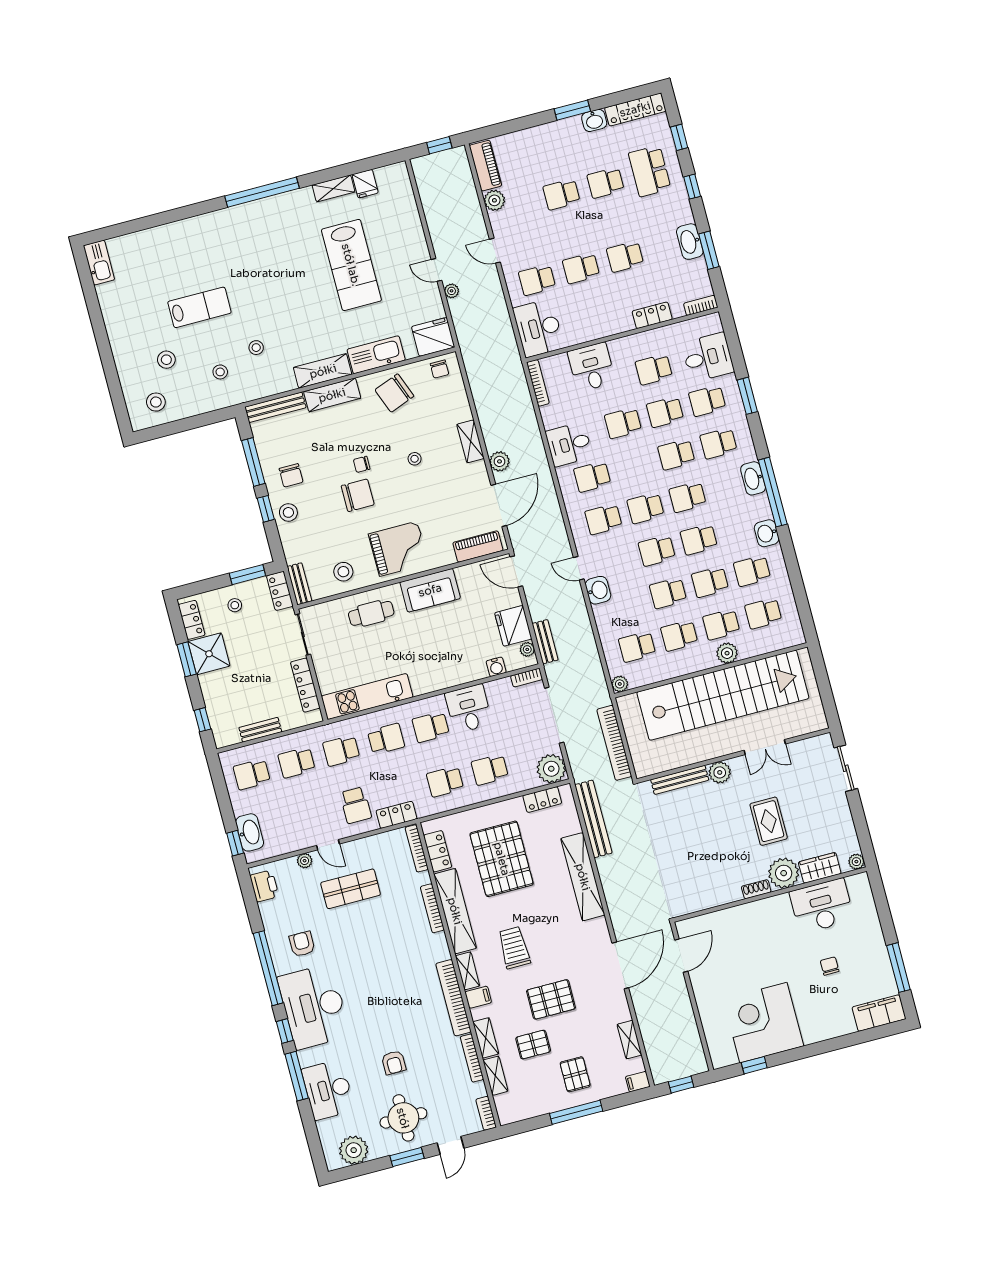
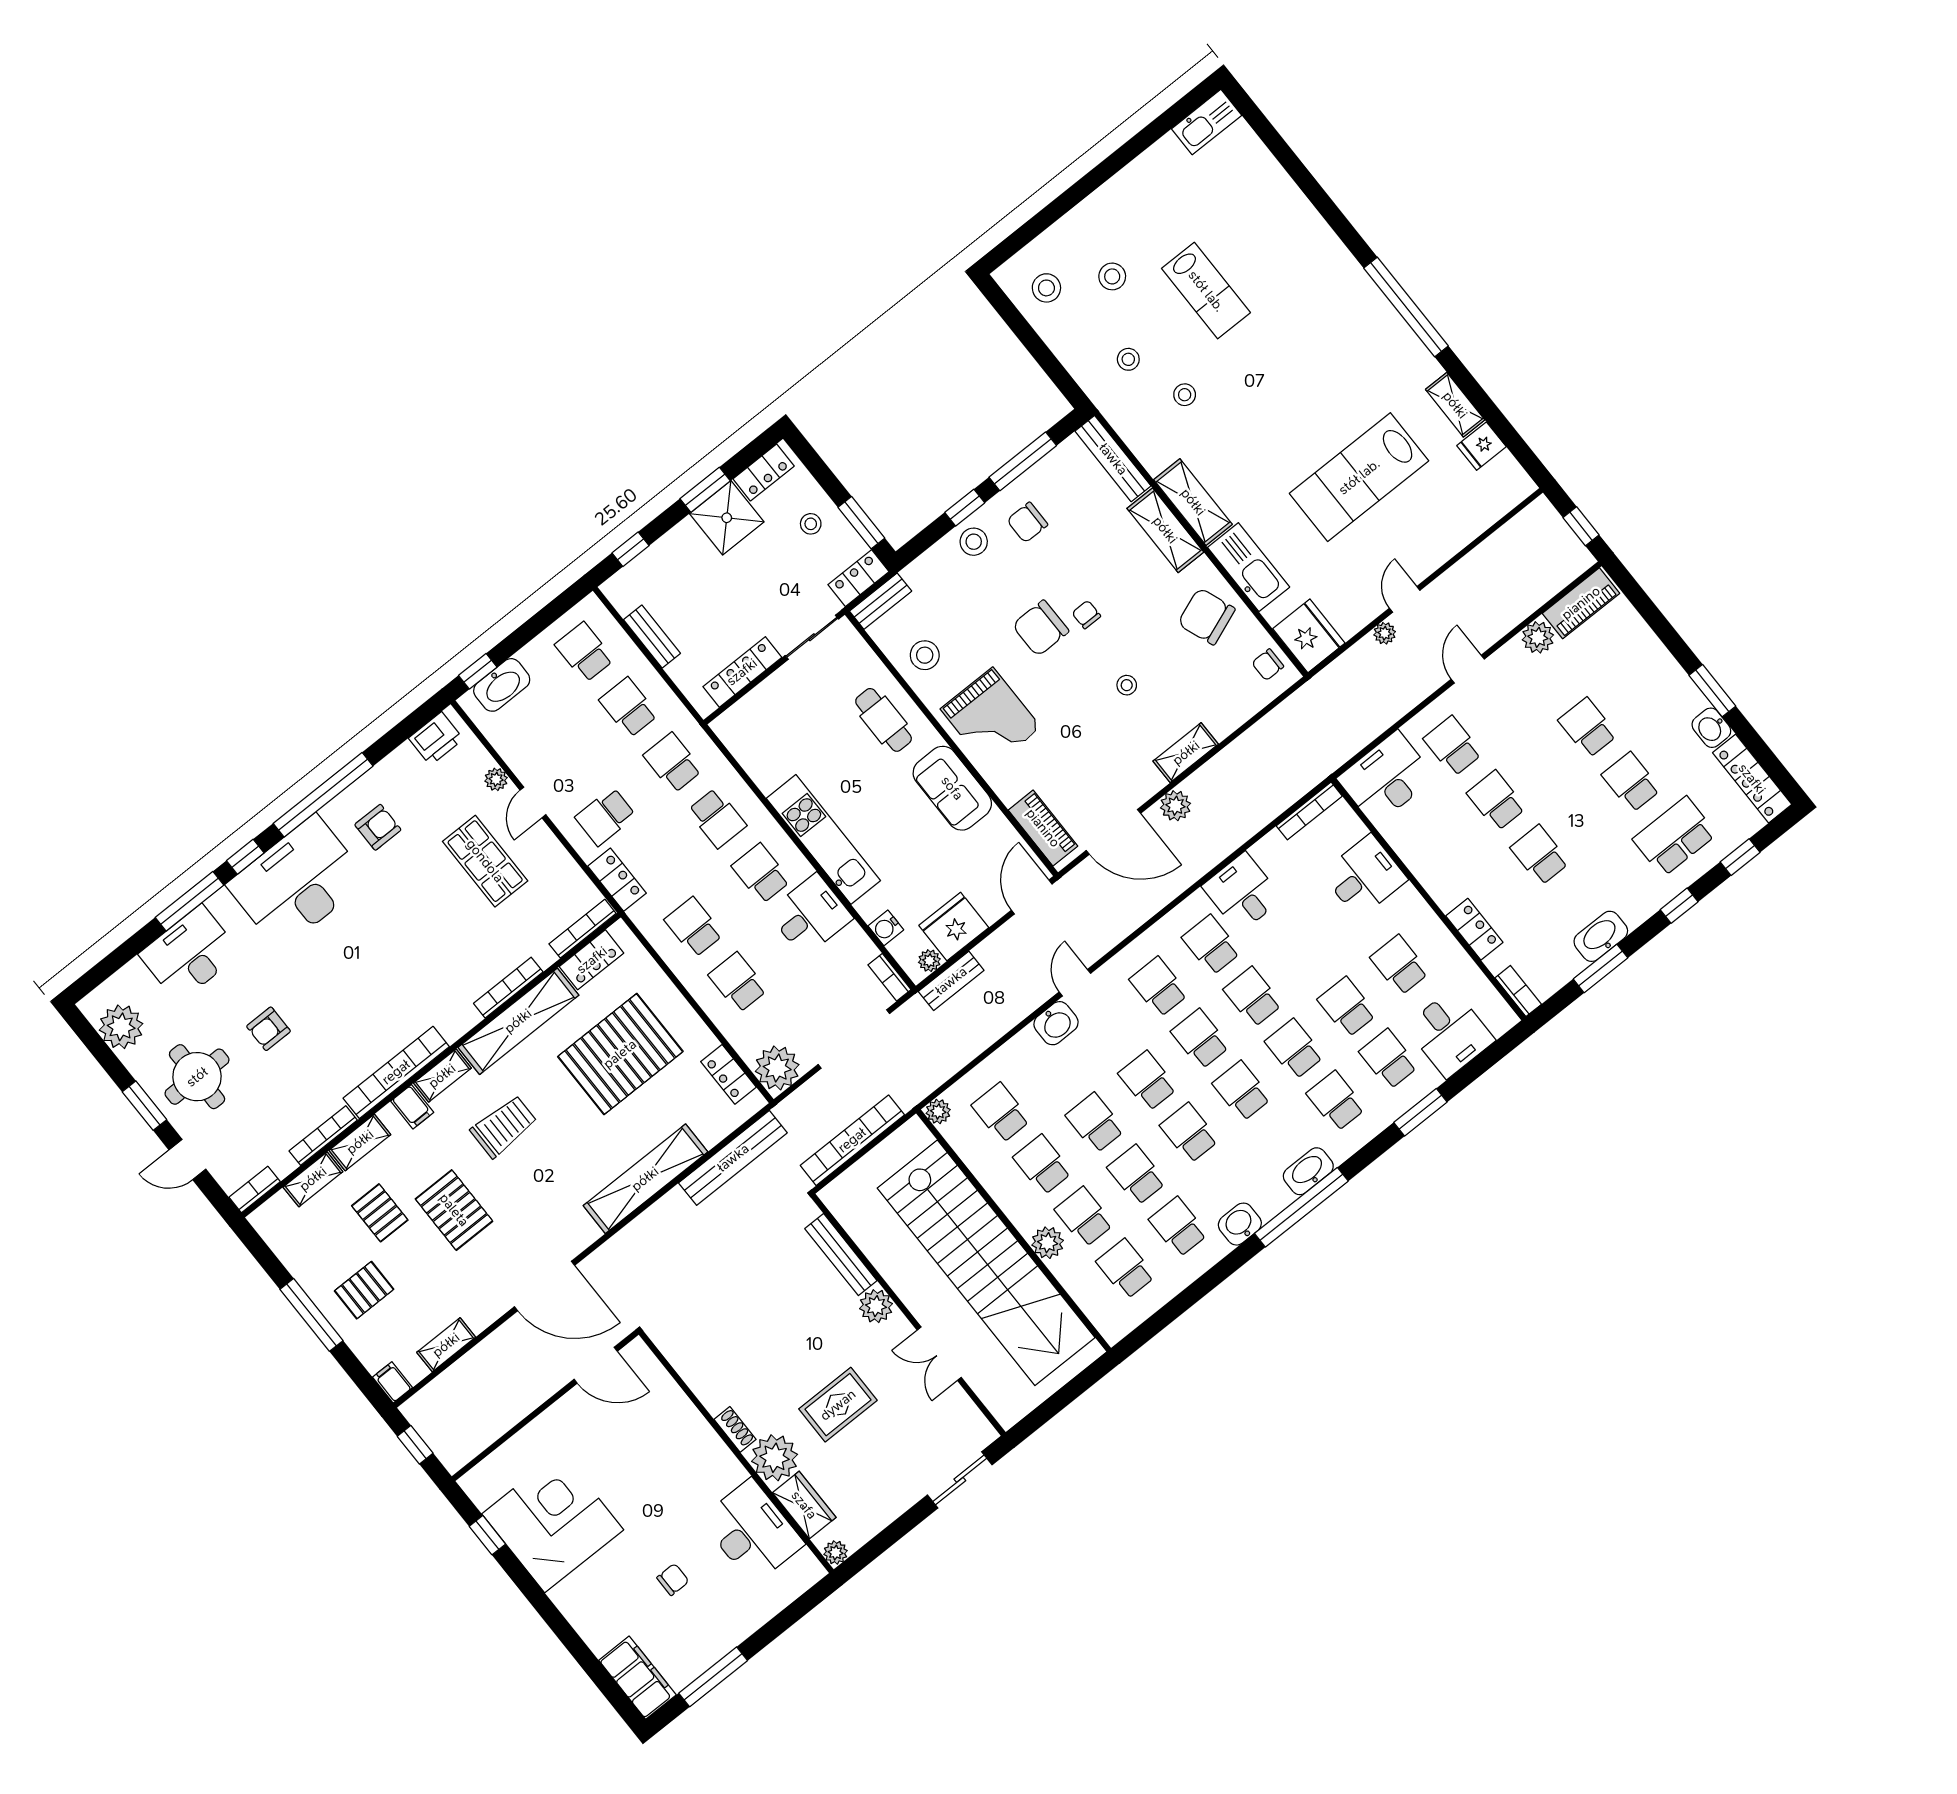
school desk: (623, 423) -> (1253, 997), moved
chair: (358, 495) -> (1041, 628), turned 90
kitchen unit: (367, 697) -> (823, 839), moved

